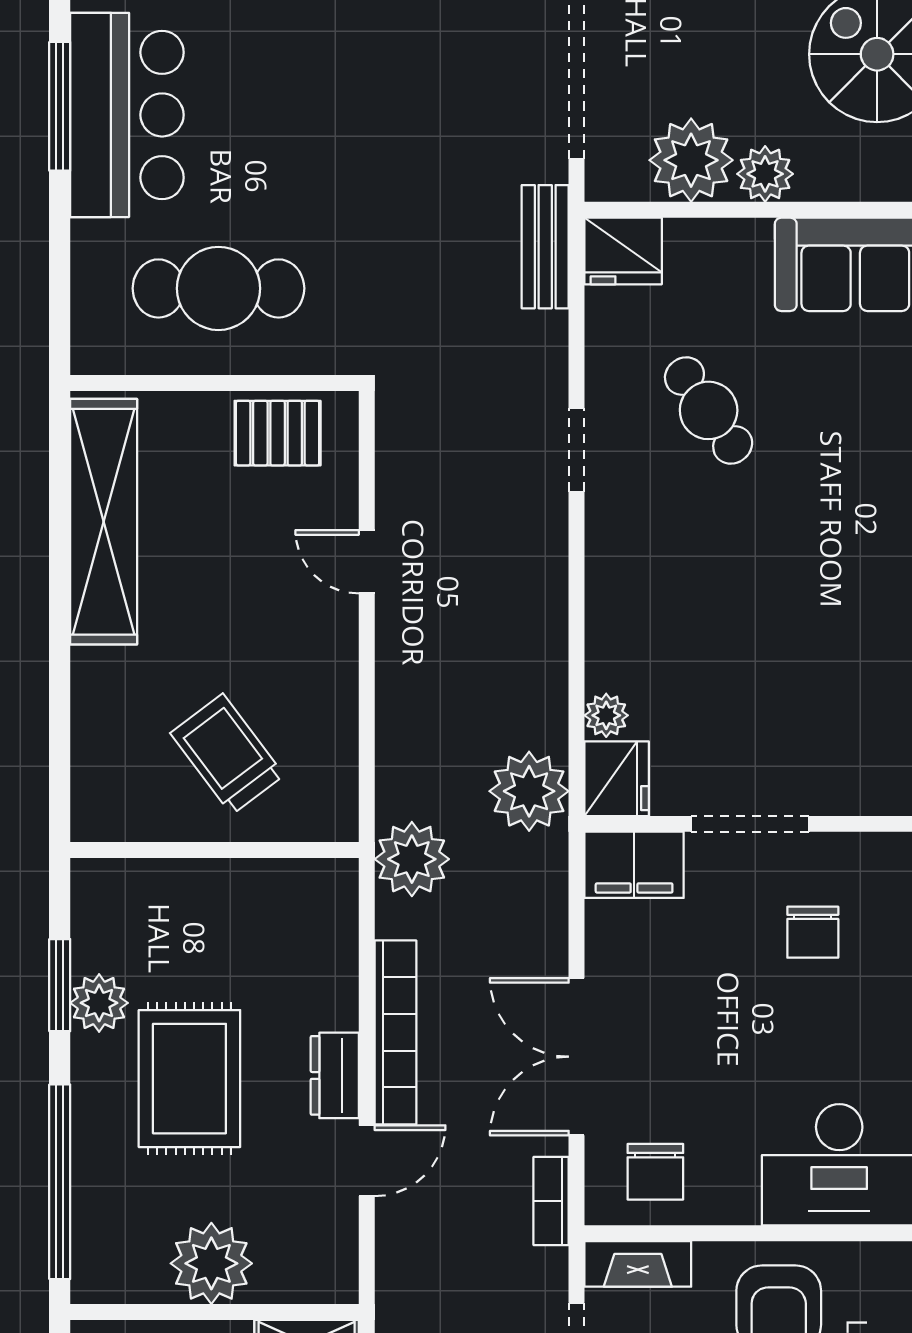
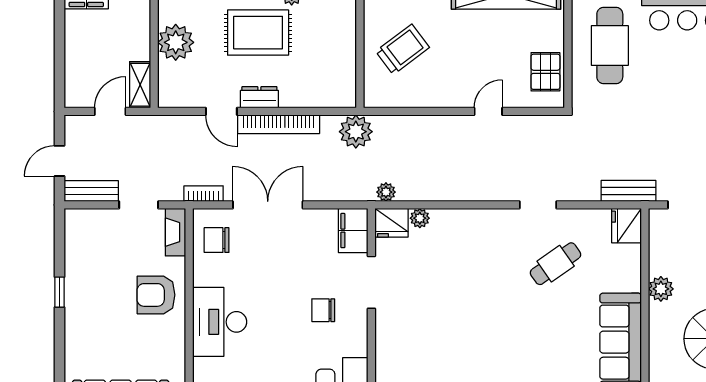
plant: (691, 160) -> (667, 256), removed
plant: (529, 791) -> (386, 192), width x0.53, depth x0.53

